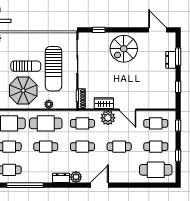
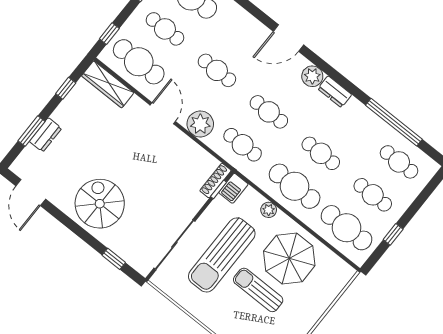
spiral stairs: (124, 49) -> (100, 204), turned -90
sun lounger: (53, 69) -> (222, 255), turned 180
barbecue: (71, 101) -> (233, 188), added
wardrobe: (104, 103) -> (108, 84), moved, width x1.50
cafe table: (156, 123) -> (139, 62), width x1.37, depth x1.35

